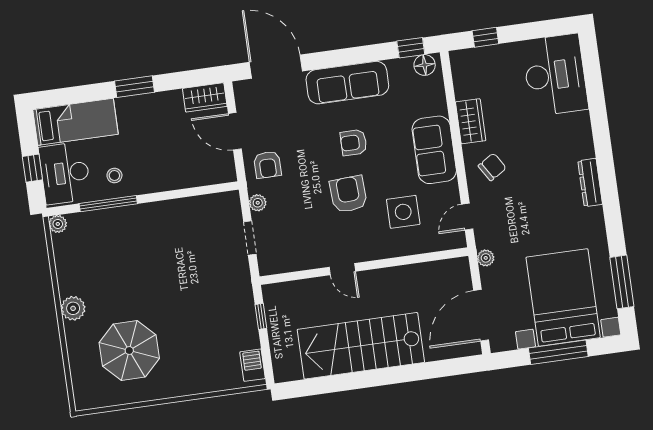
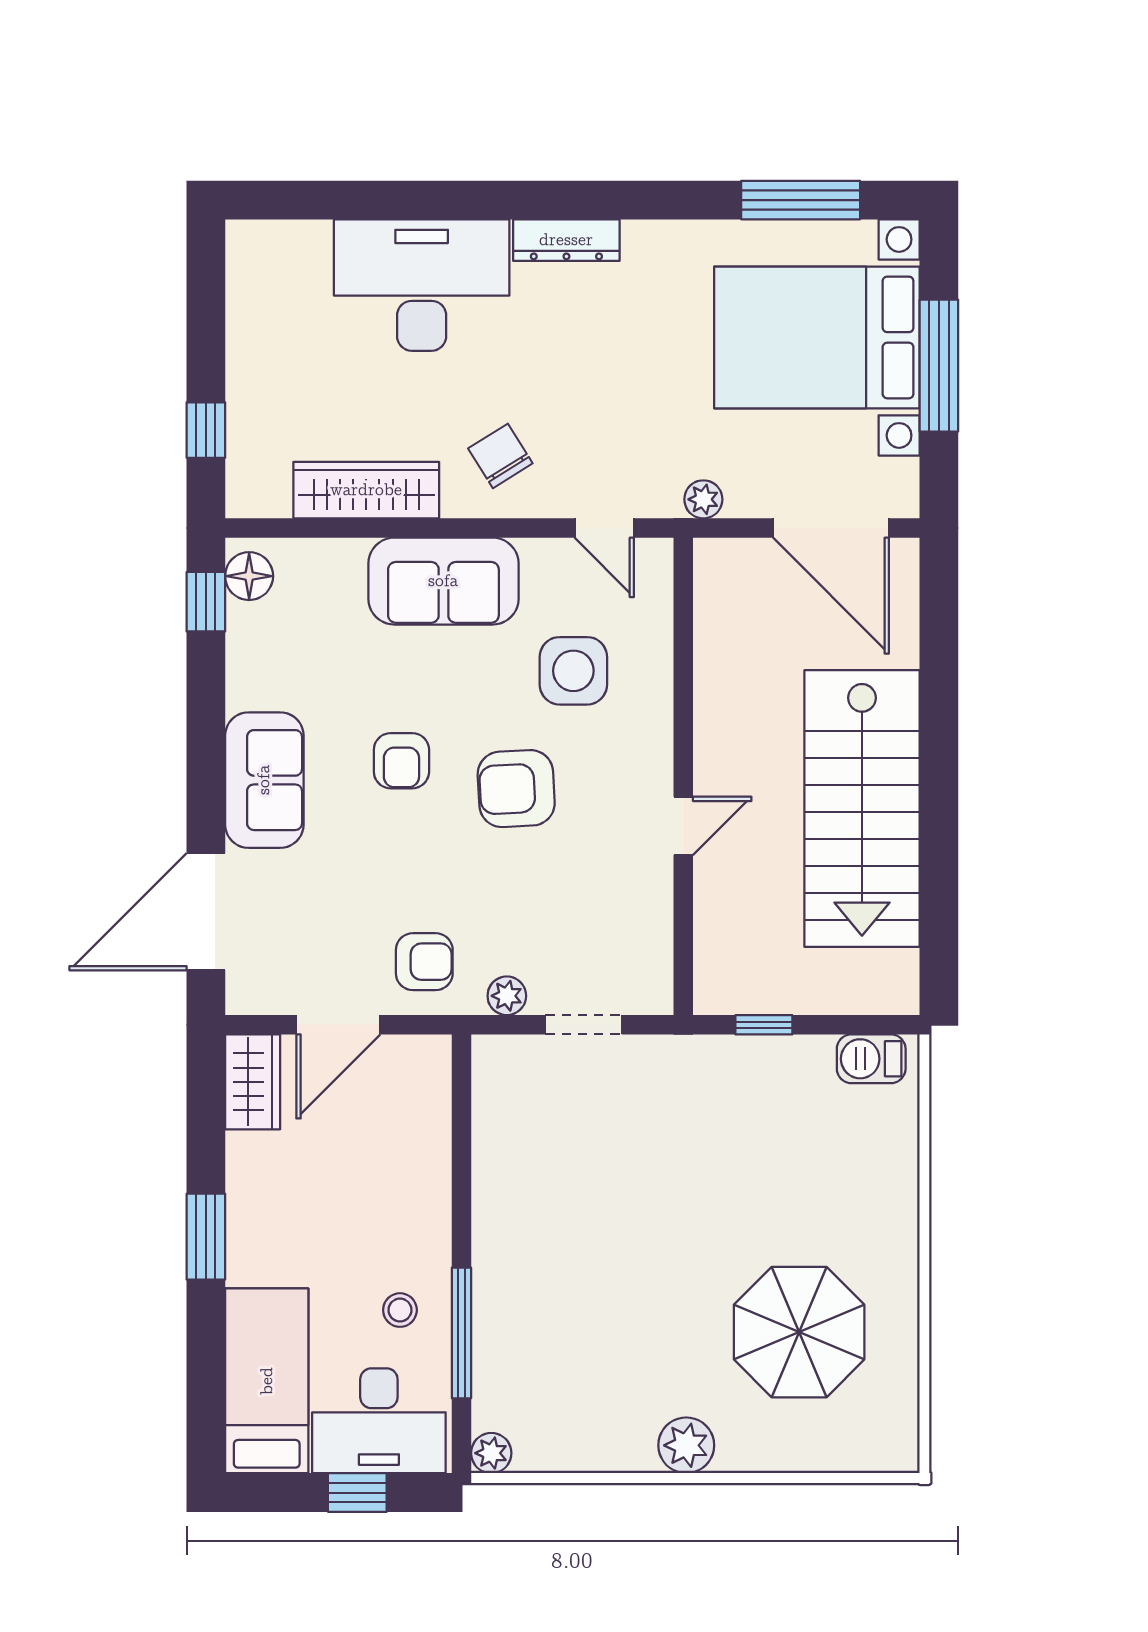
desk: (555, 75) -> (422, 285), moved
sofa: (347, 83) -> (264, 780), width x0.73
wardrobe: (471, 121) -> (366, 490), width x1.50

